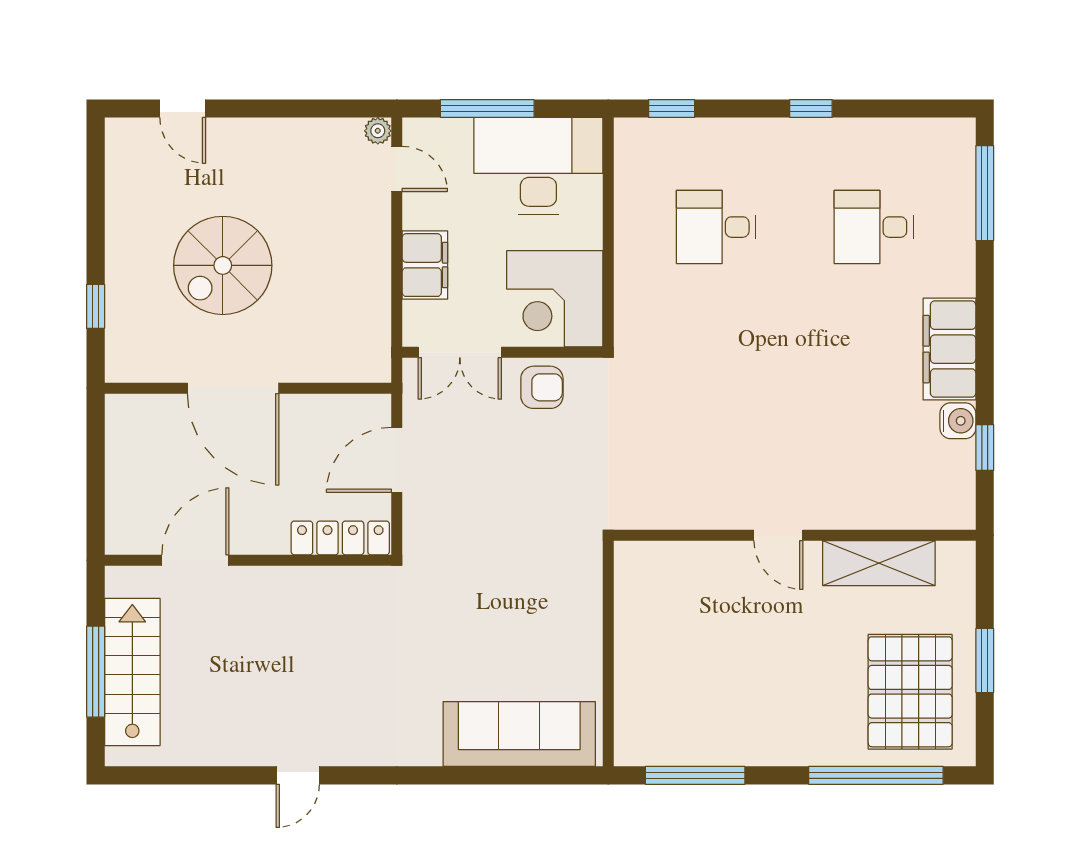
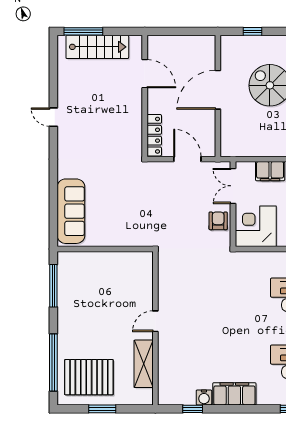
armchair: (542, 387) -> (218, 221), turned 180
window: (96, 672) -> (83, 31), moved

